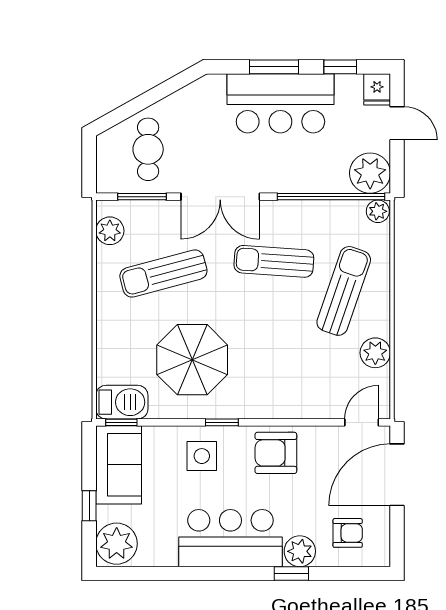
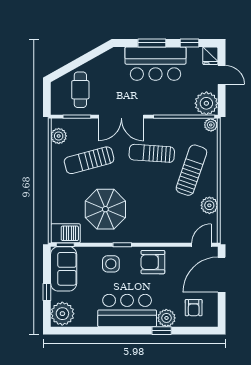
armchair: (348, 533) -> (194, 308), turned 90

